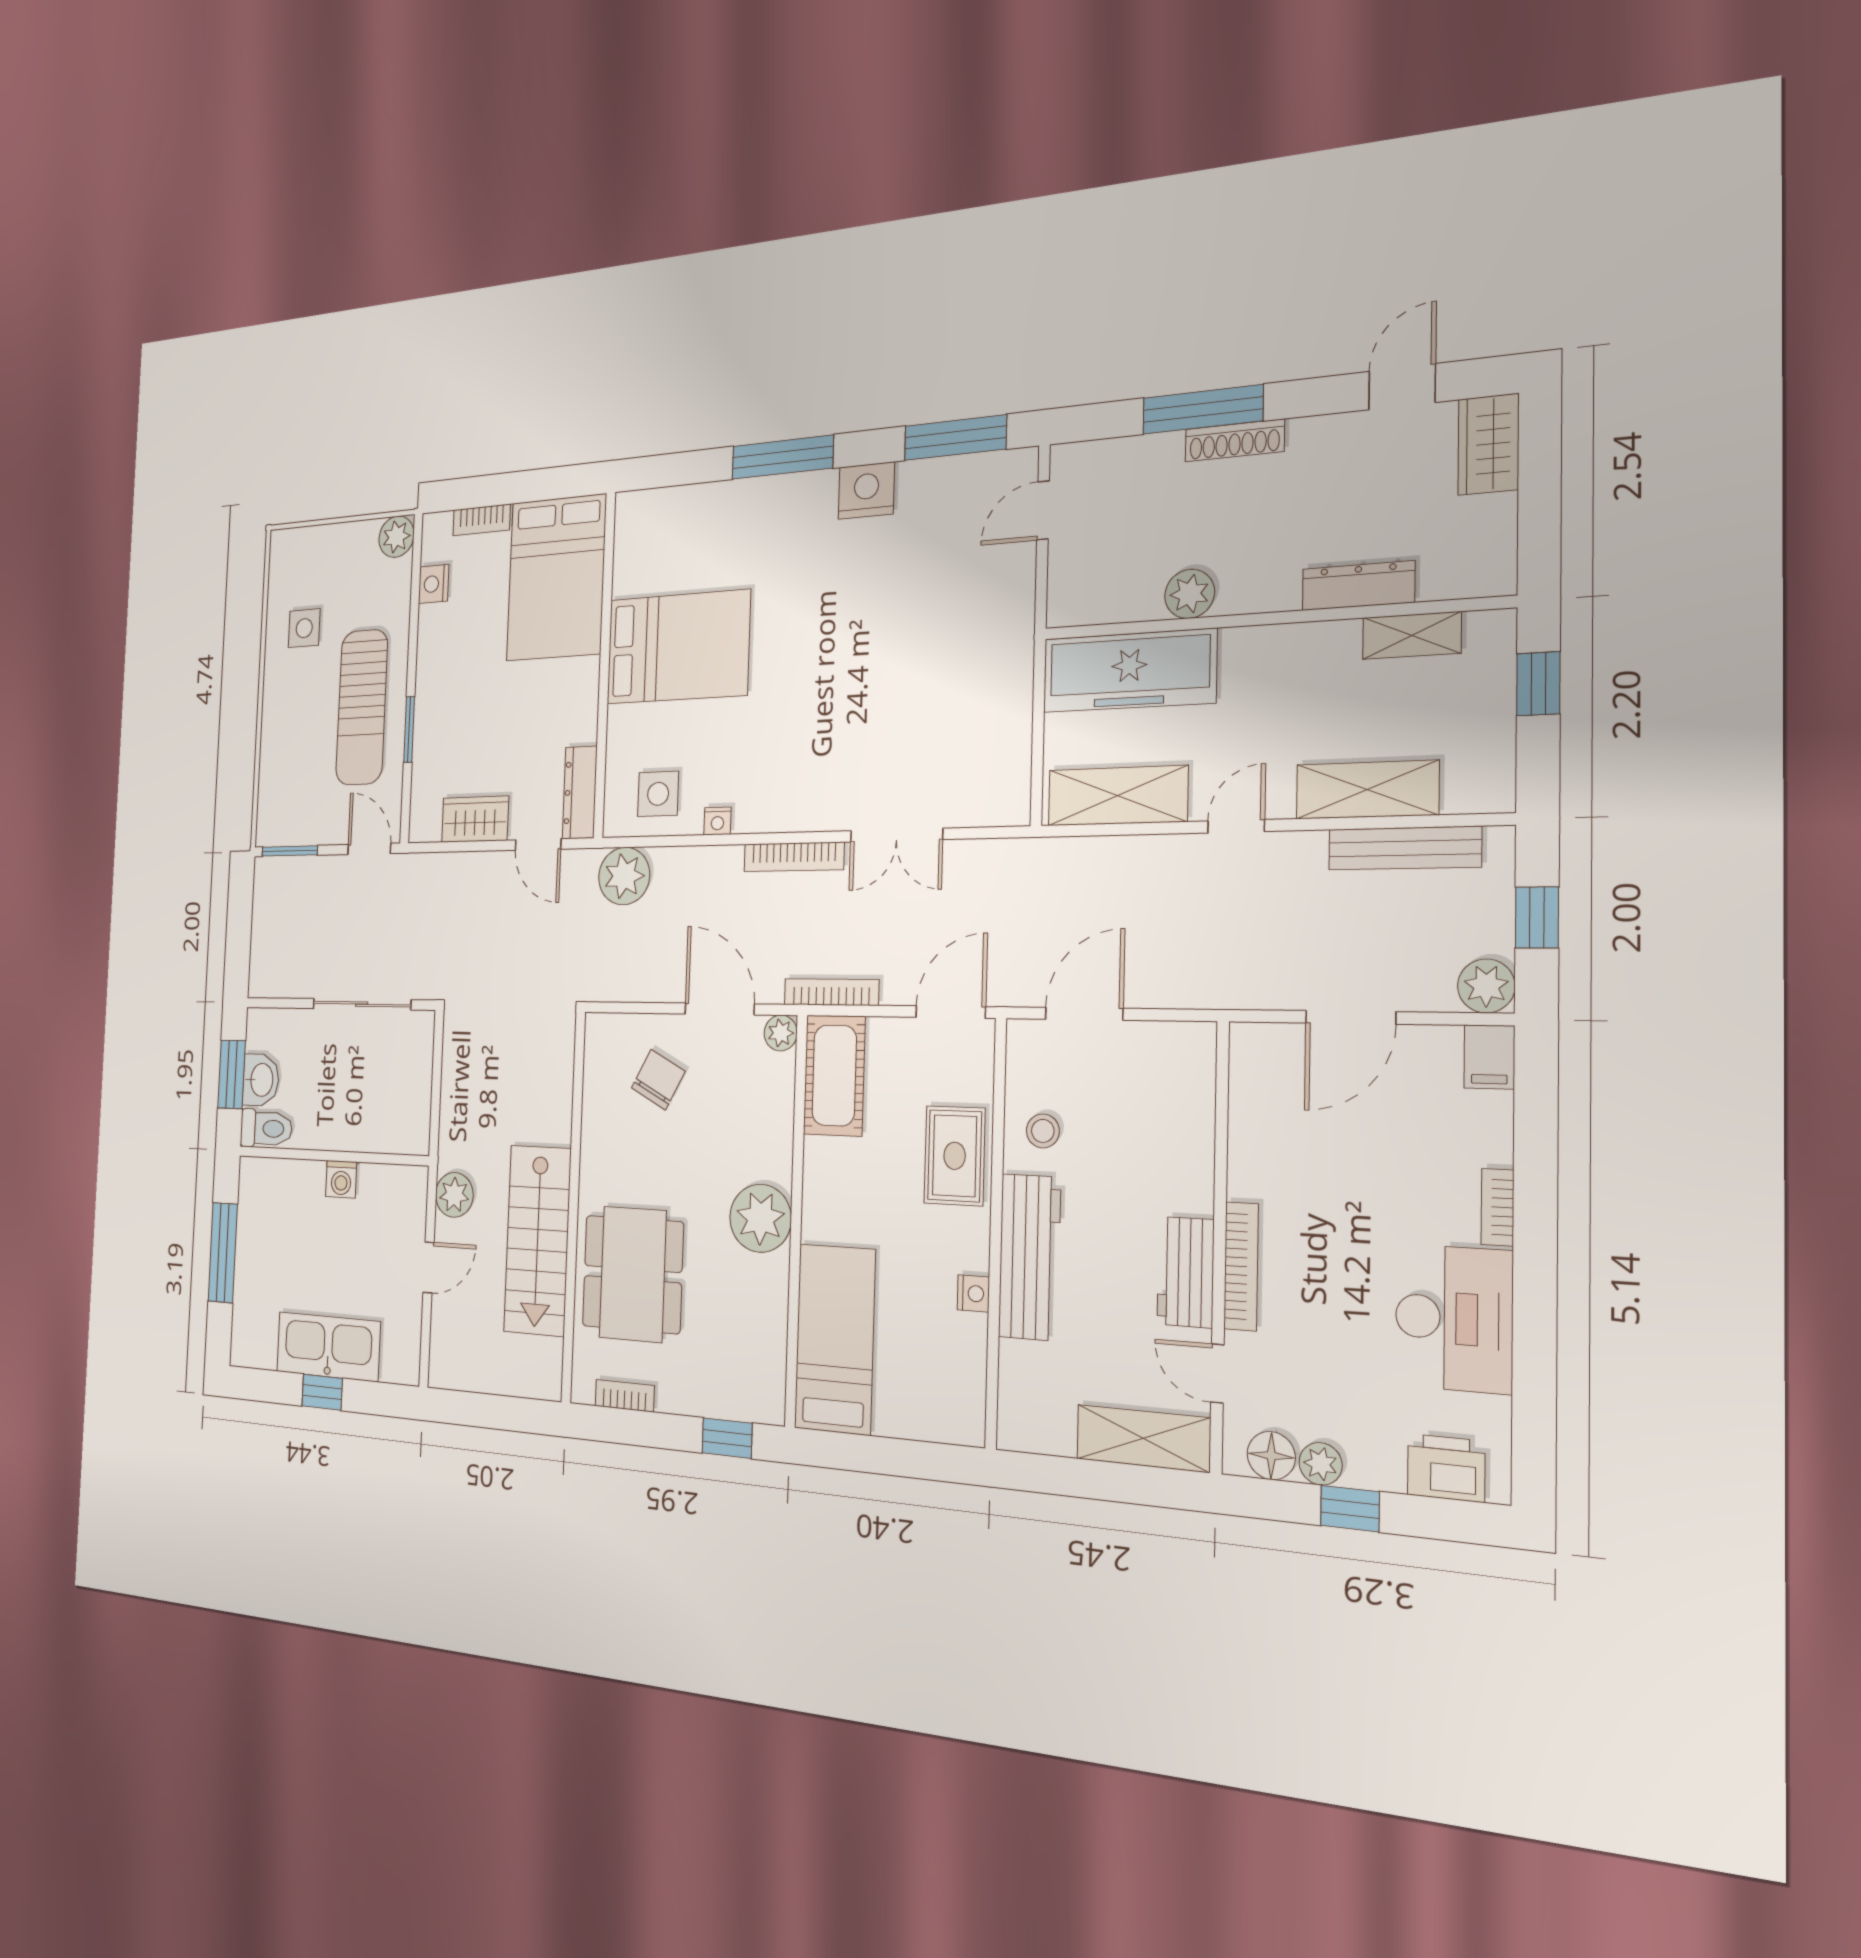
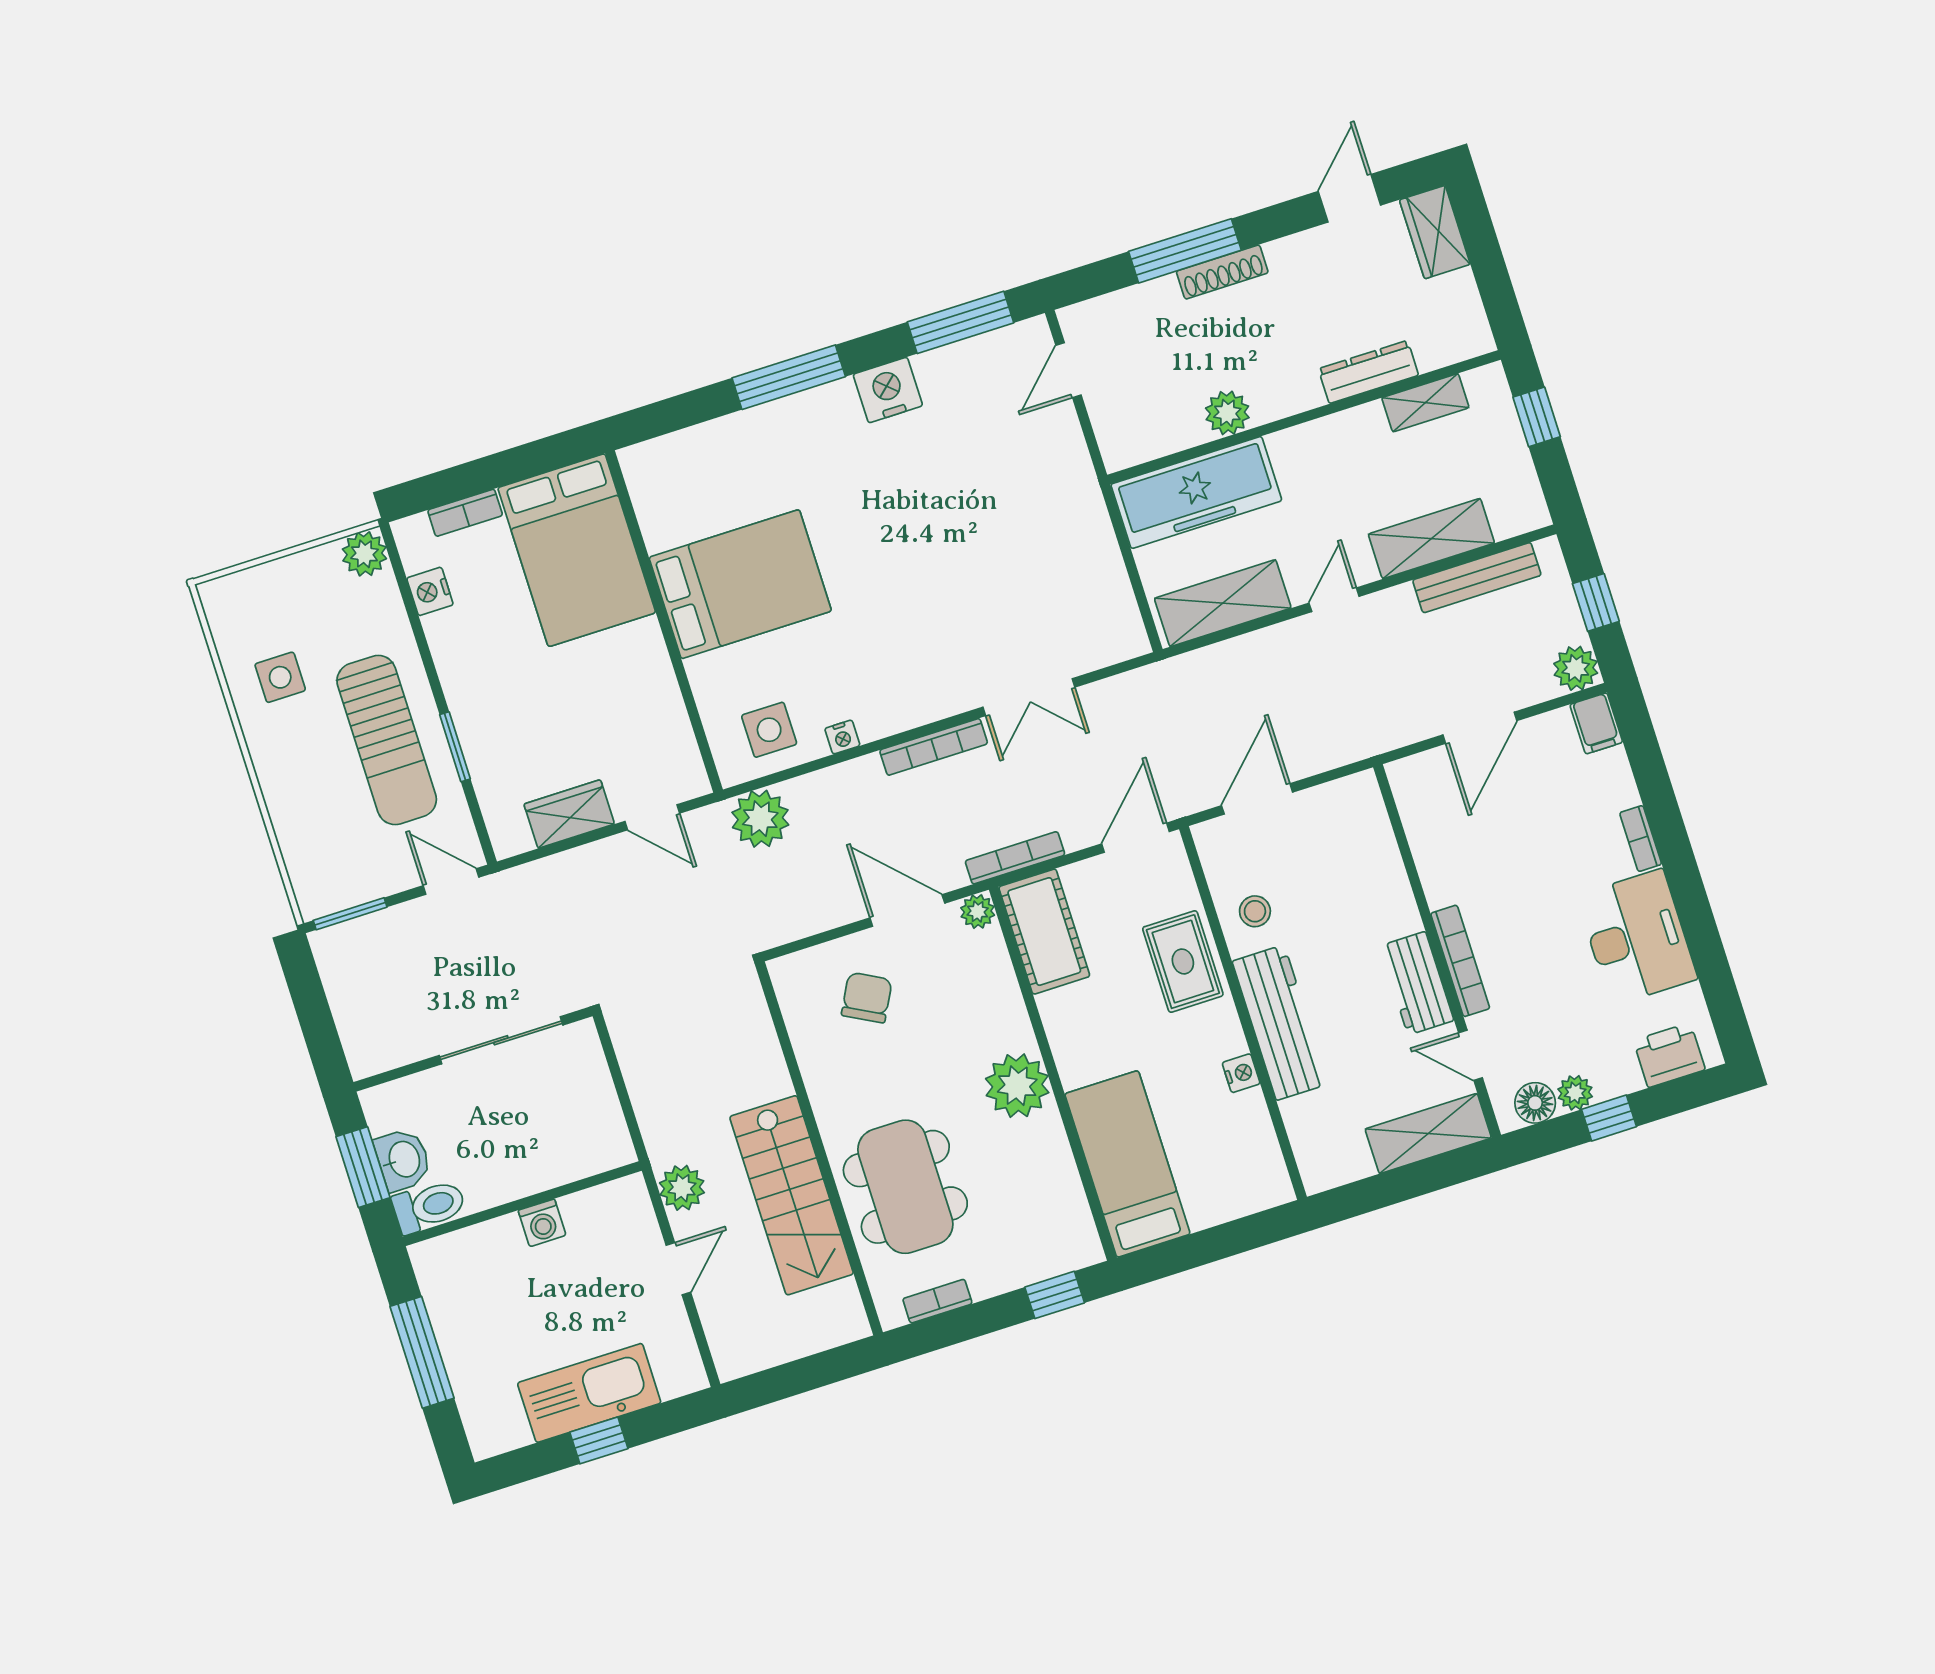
dresser: (580, 792) -> (681, 753), removed

